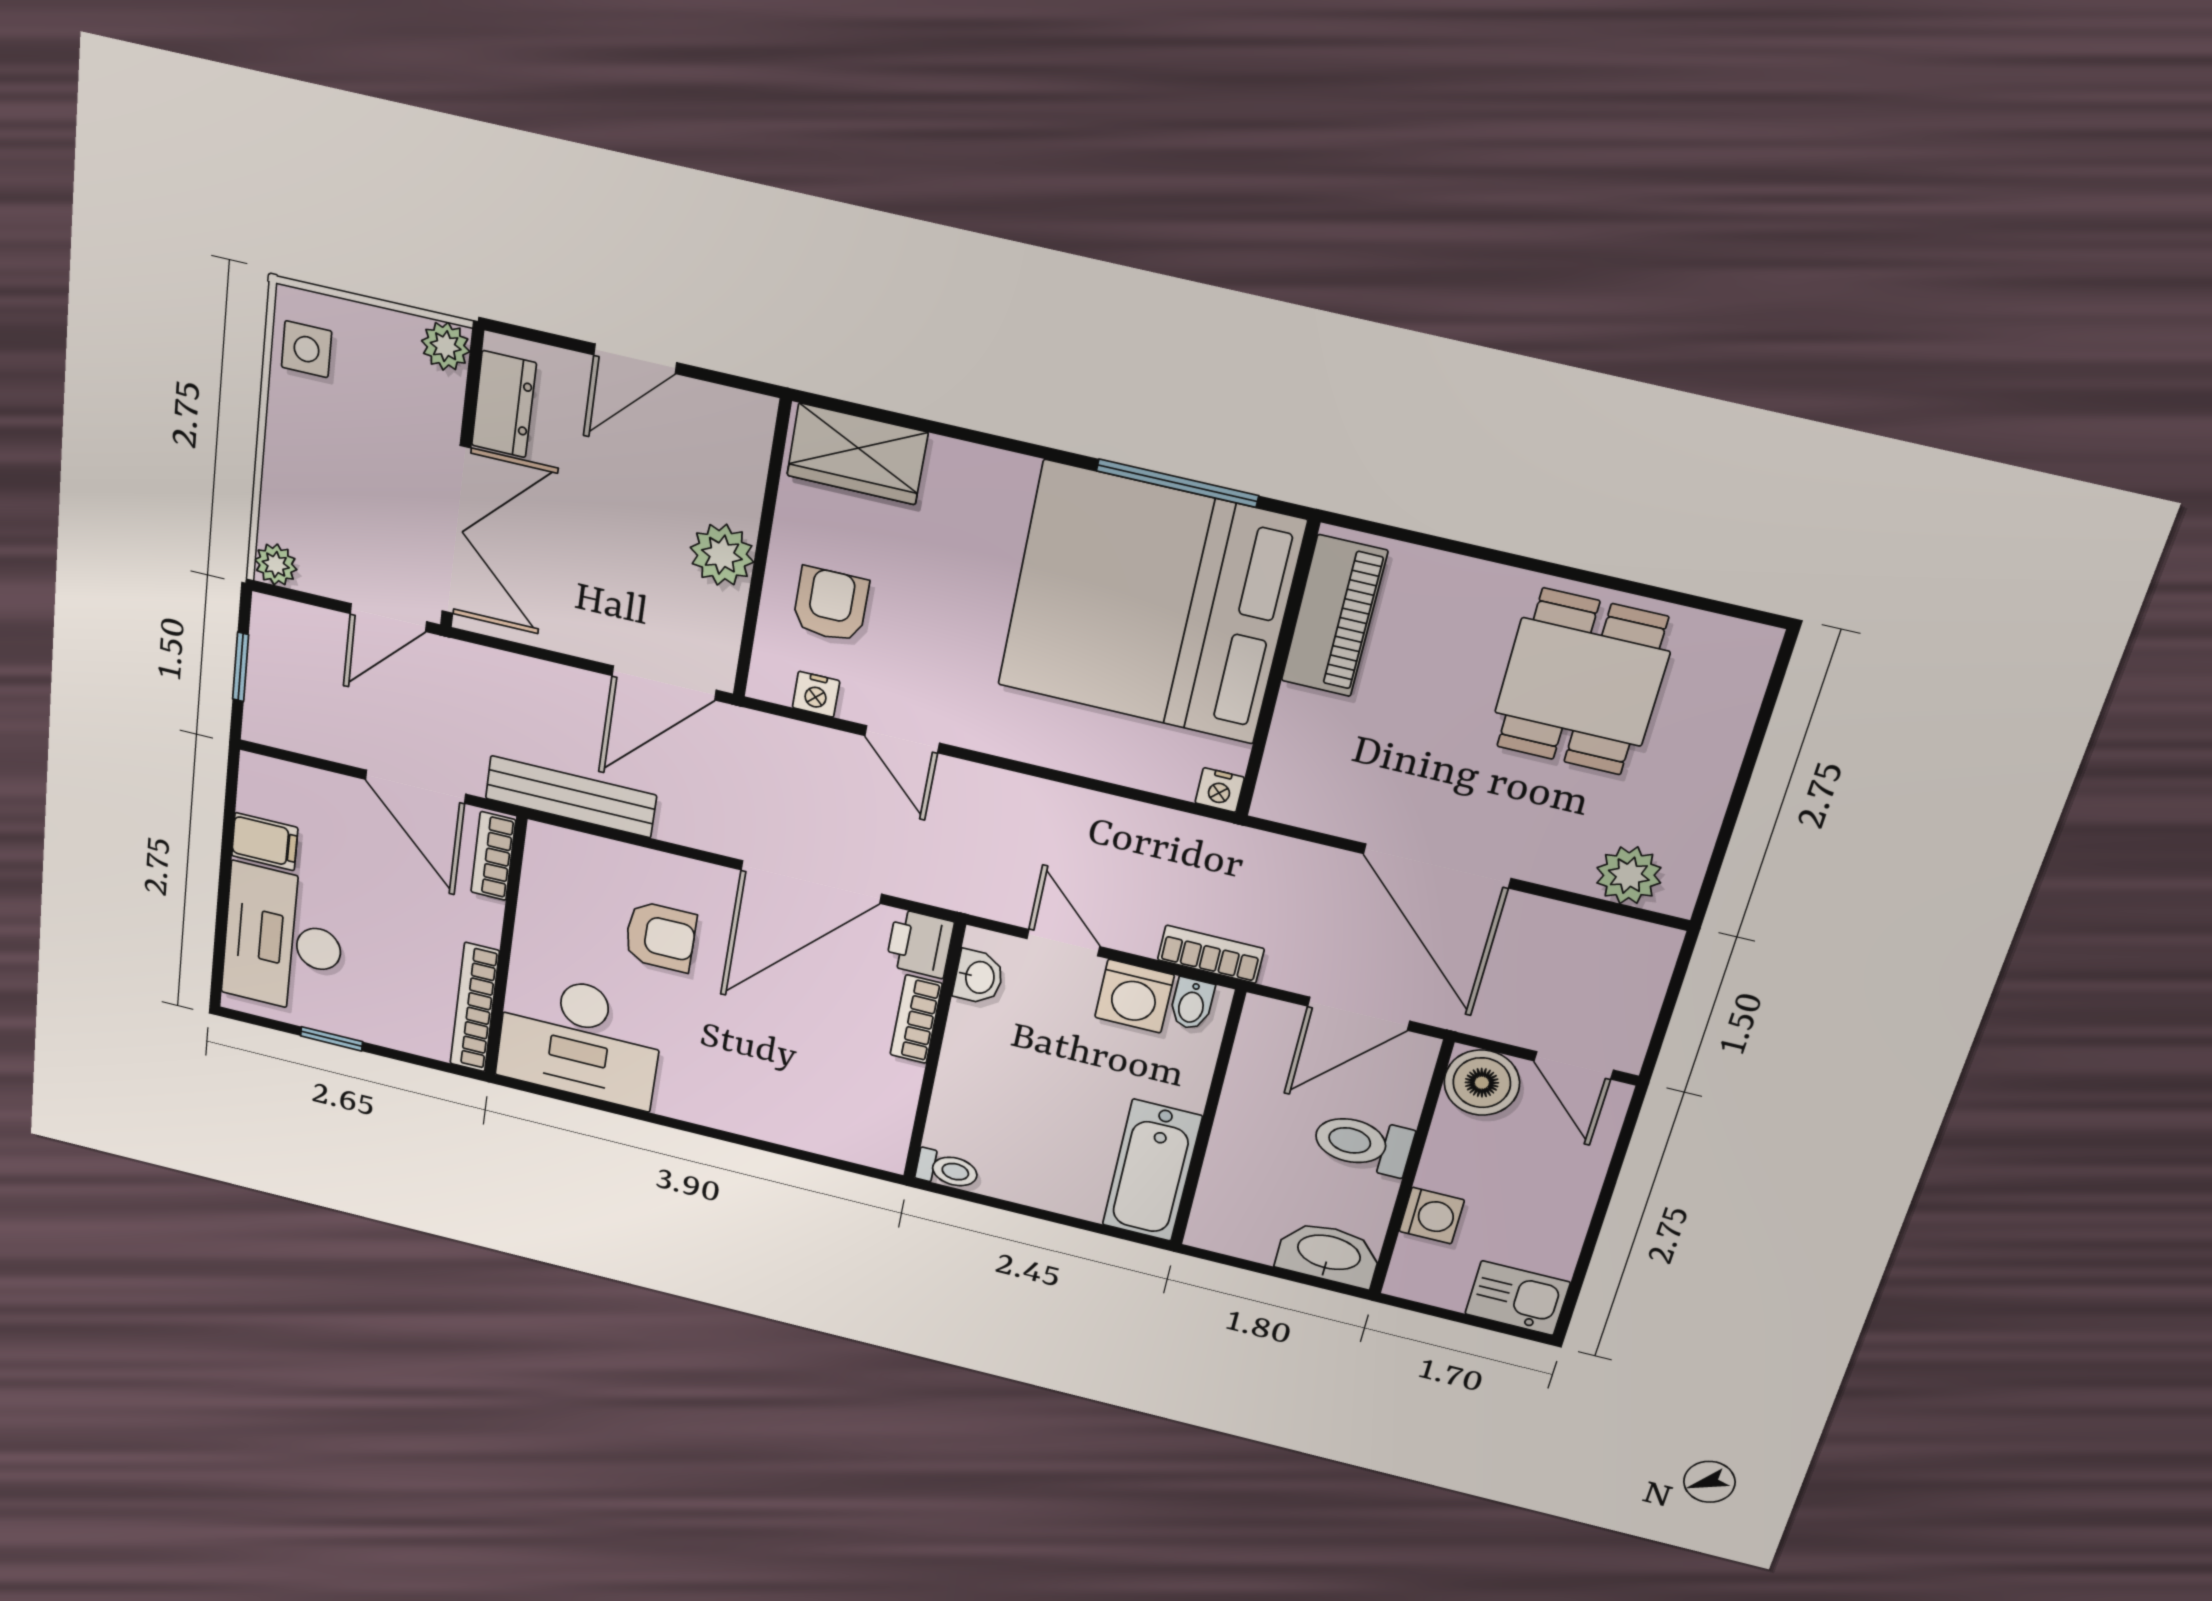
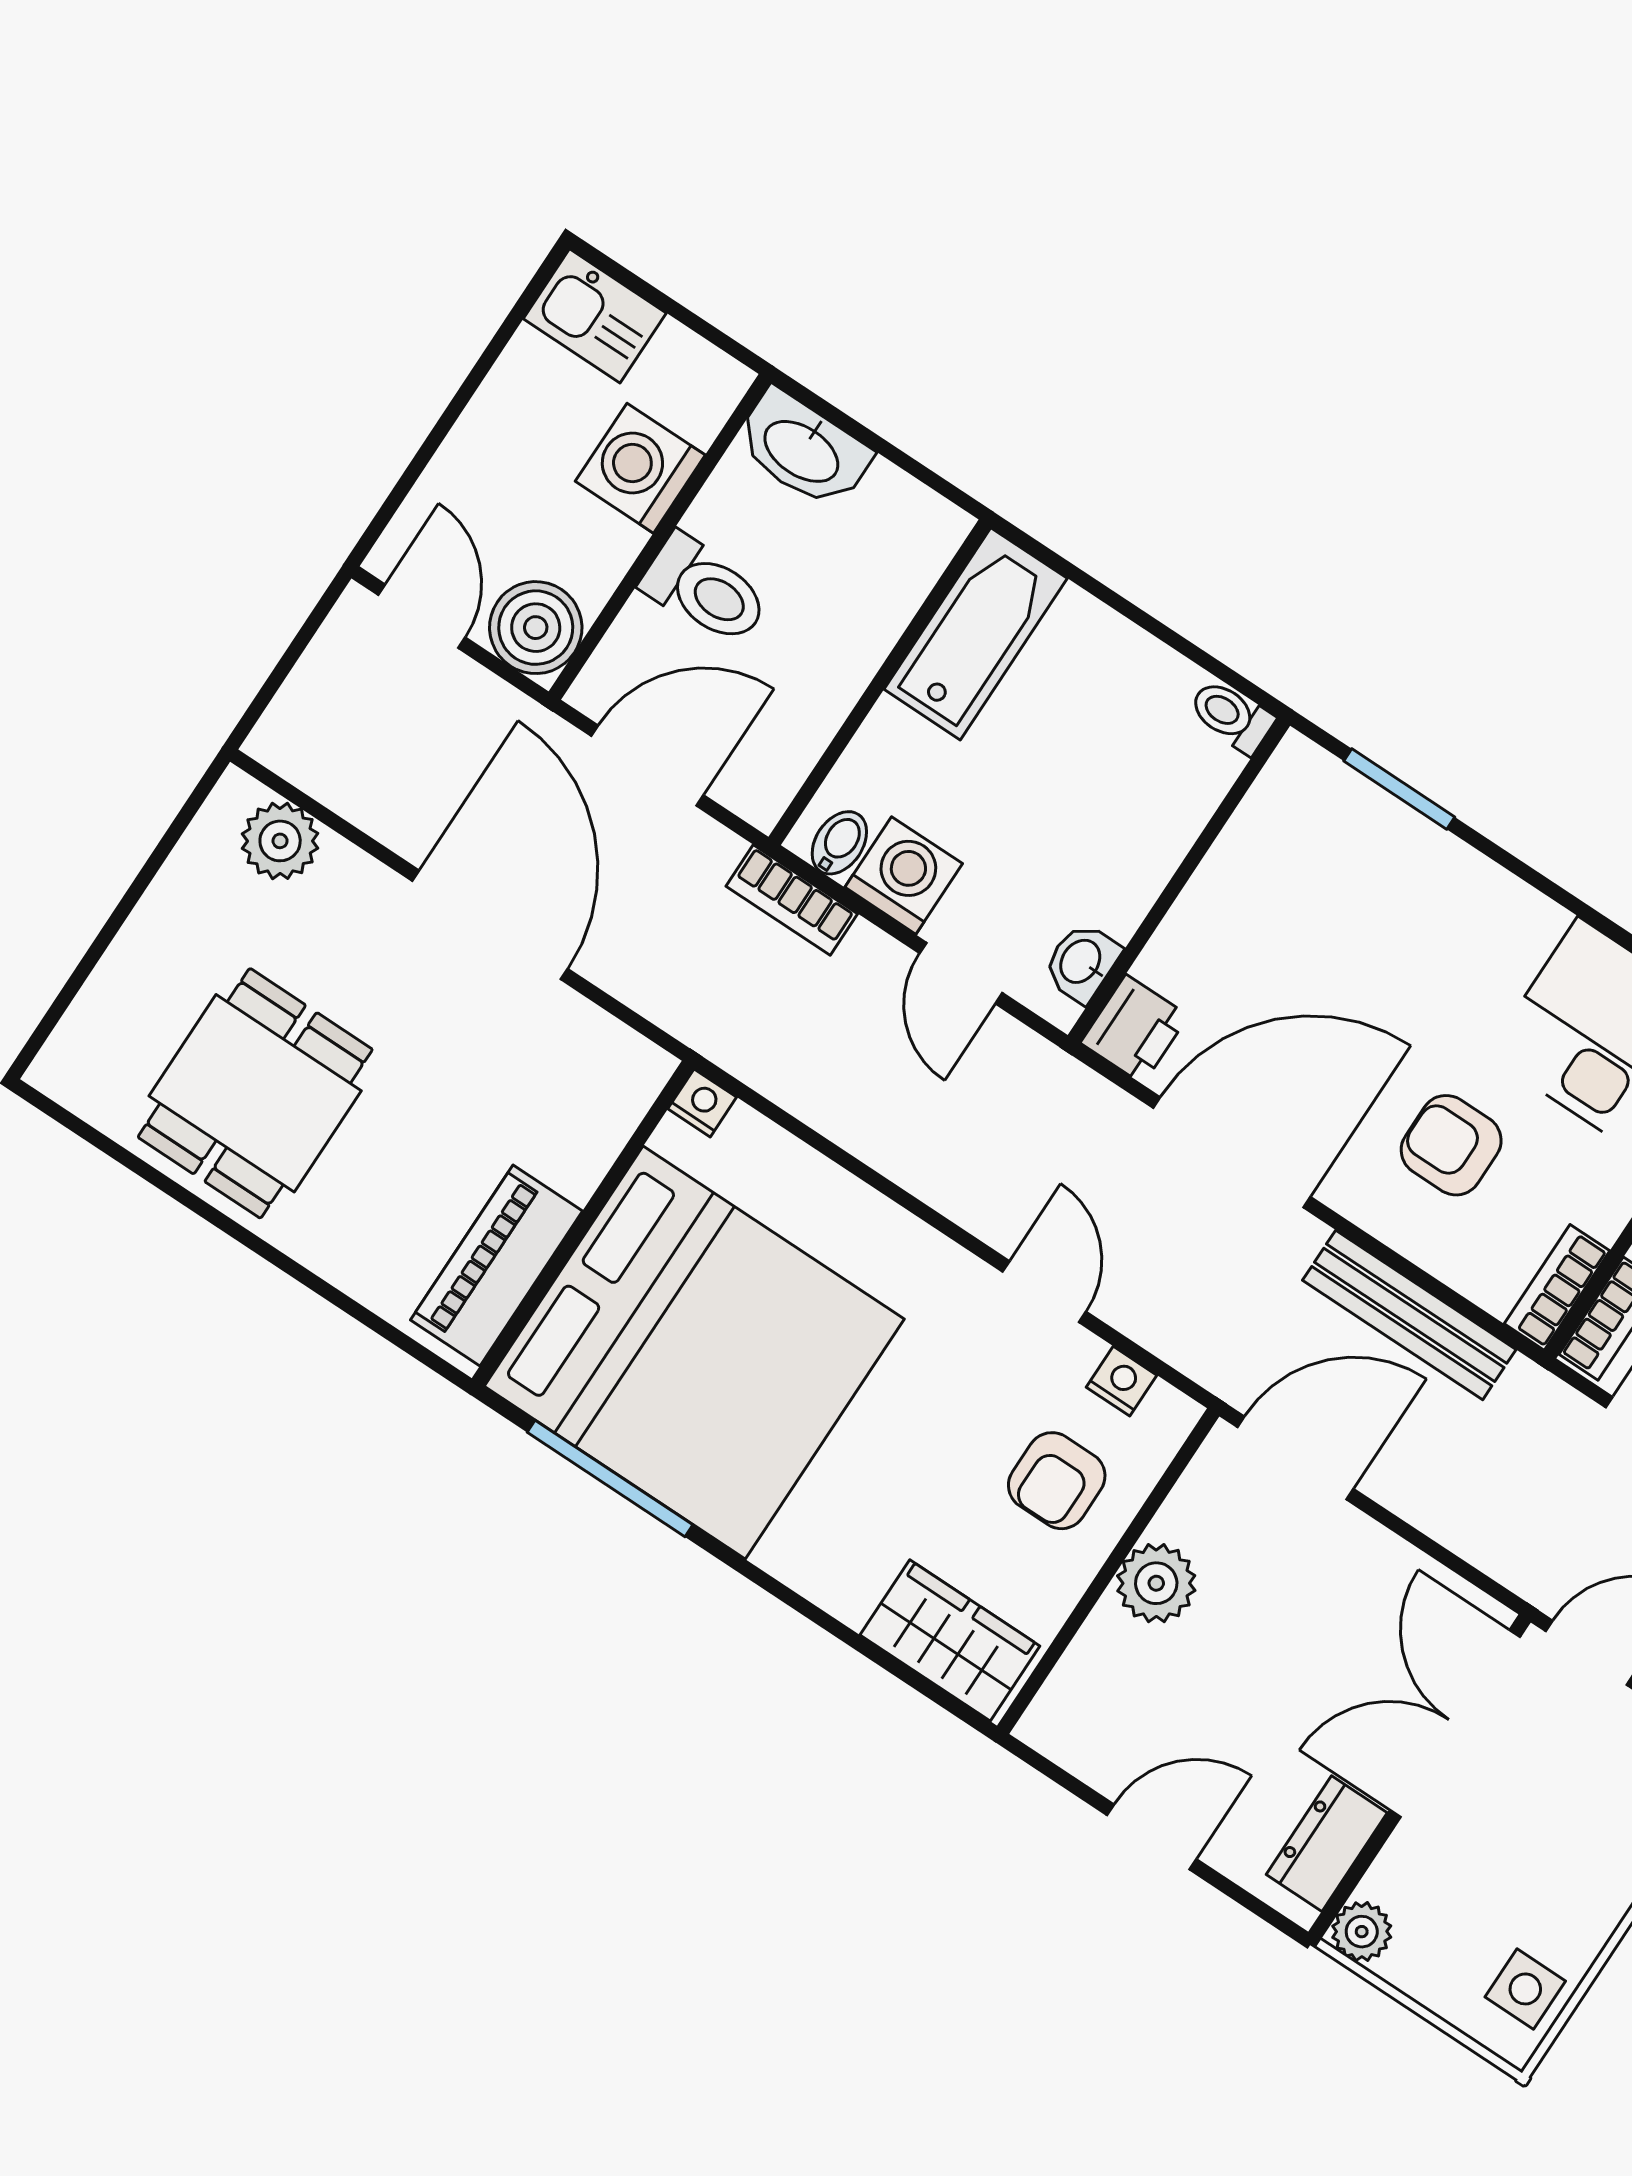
bench: (571, 797) -> (1409, 1315), moved
bookcase: (916, 1019) -> (1557, 1287), moved, turned 180
window: (810, 1157) -> (1399, 789), added
washing machine: (1432, 1216) -> (640, 468), width x1.38, depth x1.38

